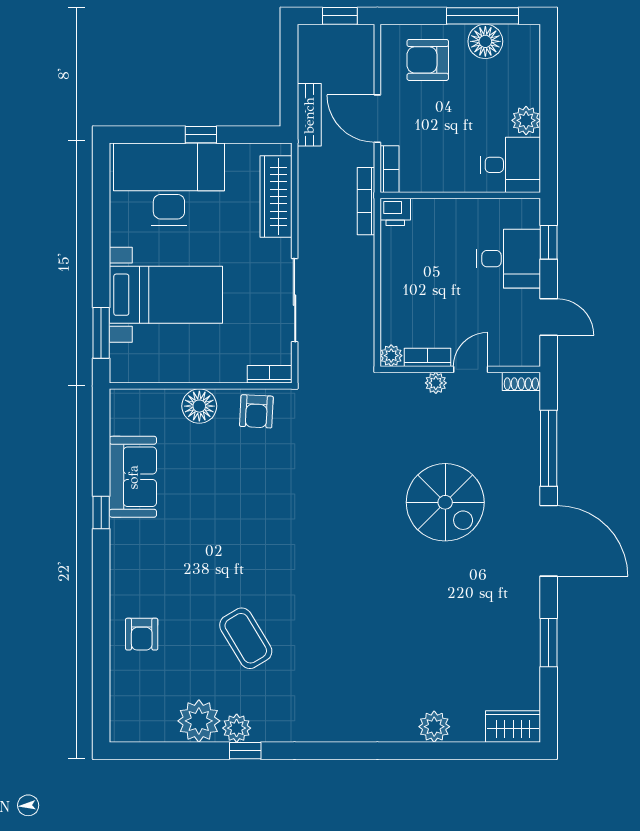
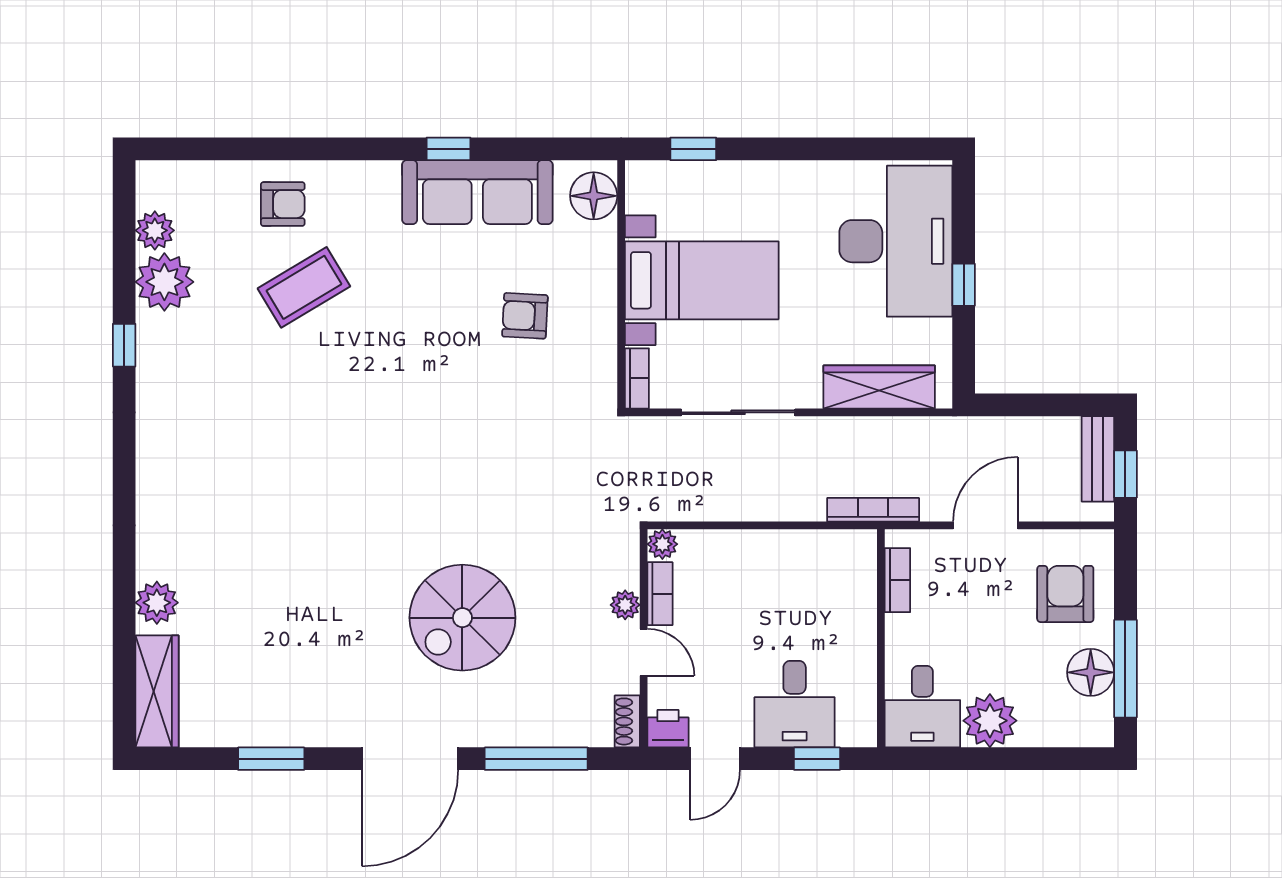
bench: (309, 115) -> (1098, 459), moved, turned 90
plant: (526, 120) -> (990, 721), width x1.36, depth x1.36
bookcase: (390, 169) -> (897, 580), moved, turned -90
printer: (395, 212) -> (668, 729), moved, turned 90
bed with nightstands: (166, 295) -> (702, 280), moved, turned -90
window: (101, 333) -> (693, 149), width x0.67
floor lamp: (199, 406) -> (594, 196), moved
armchair: (256, 411) -> (525, 316), moved
sofa: (133, 477) -> (477, 192), width x1.36
armchair: (142, 634) -> (283, 204), turned 180
coffee table: (246, 638) -> (304, 287), moved
wardrobe: (513, 726) -> (157, 691), width x1.50
plant: (237, 728) -> (155, 230), moved

